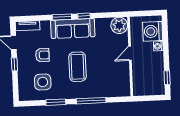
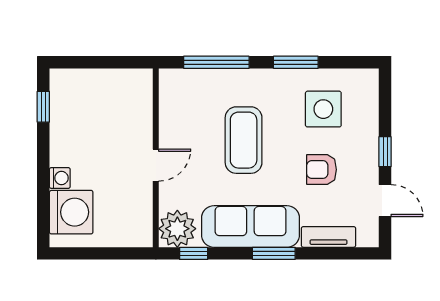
window: (84, 16) -> (194, 253), moved
plant: (119, 25) -> (177, 229), moved
tv unit: (28, 26) -> (329, 237), moved
door: (130, 53) -> (156, 165), moved
wall: (130, 56) -> (156, 158), moved

